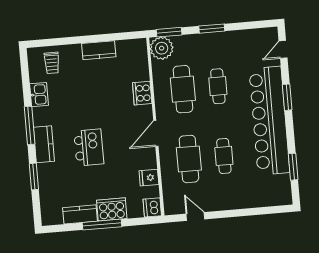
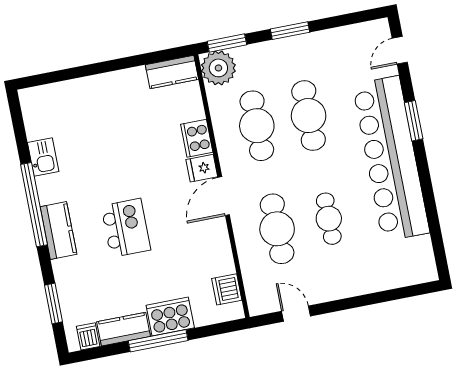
kitchen counter: (99, 50) -> (172, 72), moved
trolley: (52, 63) -> (57, 108), removed
cafe table: (218, 86) -> (309, 116), width x1.37, depth x1.35
window: (30, 125) -> (34, 205), width x1.46
window: (293, 167) -> (434, 223), removed
window: (34, 177) -> (53, 303), moved
fridge: (149, 178) -> (202, 168), moved
dishwasher: (152, 207) -> (227, 289), moved
dishwasher: (56, 217) -> (88, 336), added

